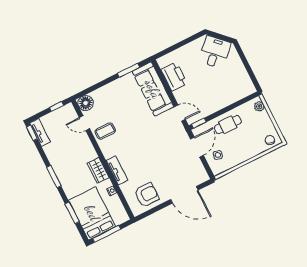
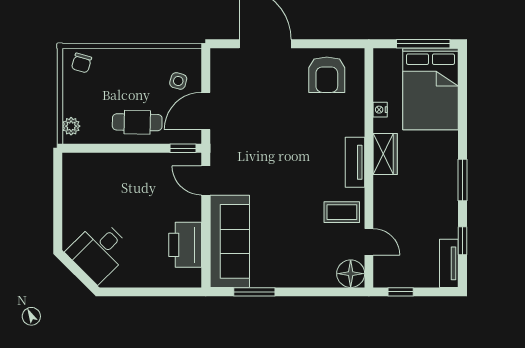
window: (32, 133) -> (462, 241), moved
tv unit: (117, 170) -> (355, 162), moved
armchair: (146, 195) -> (327, 75), turned -90
window: (72, 213) -> (462, 106), removed

